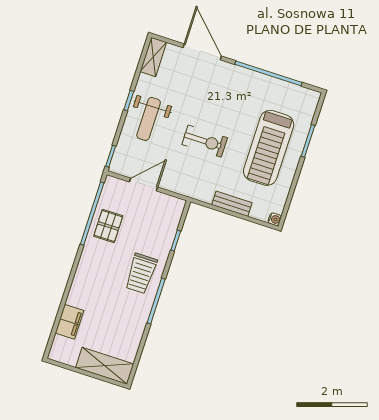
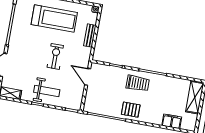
door: (144, 184) -> (88, 77), moved
pallet: (108, 226) -> (131, 110), moved

